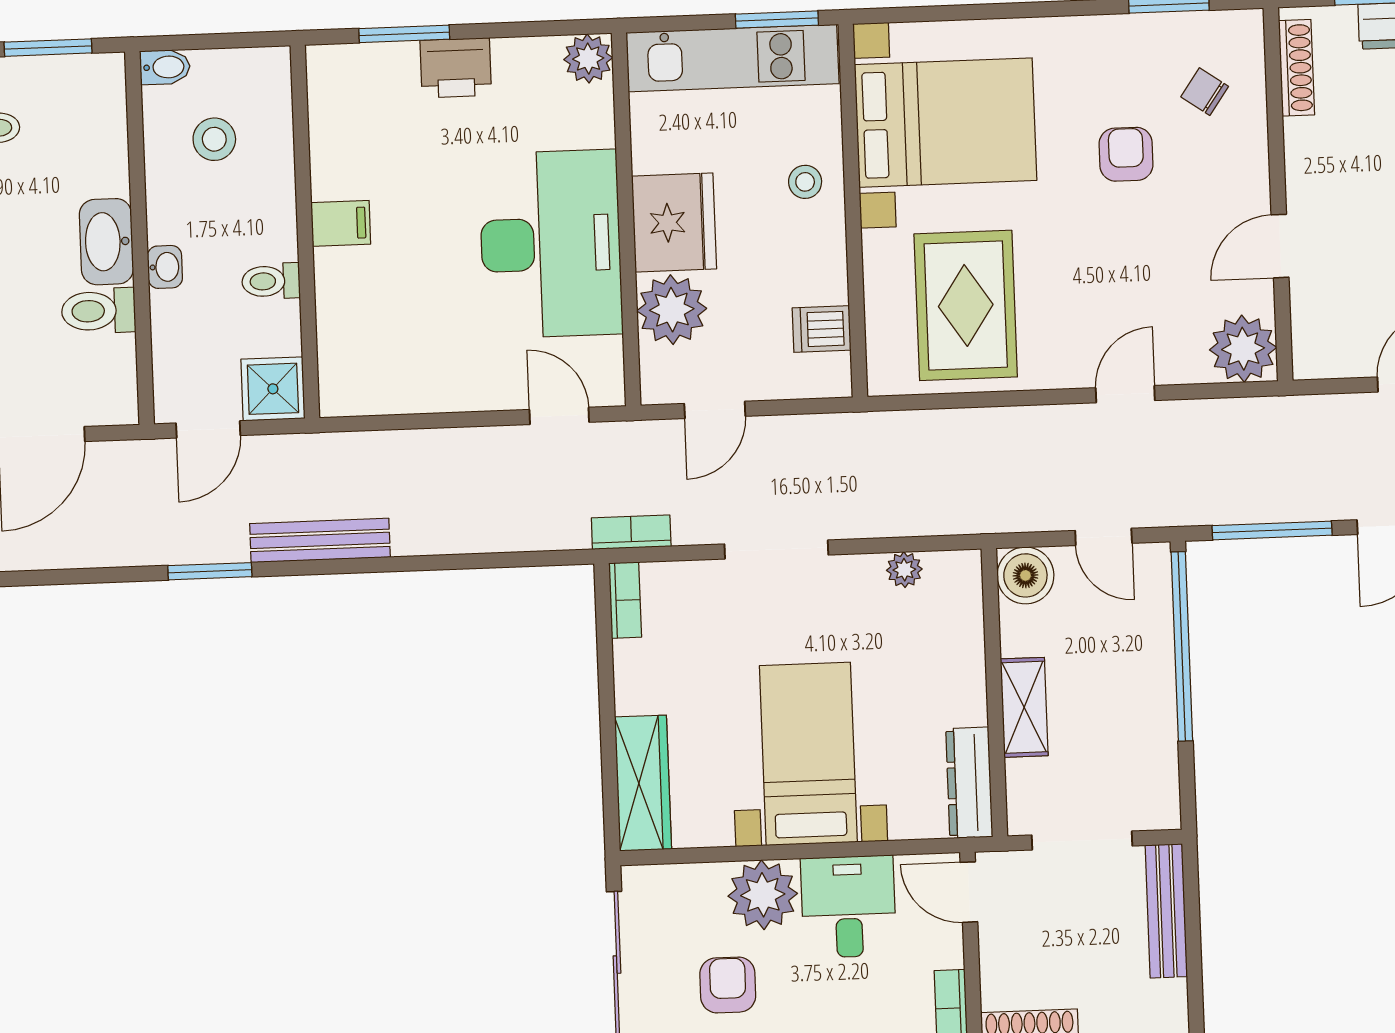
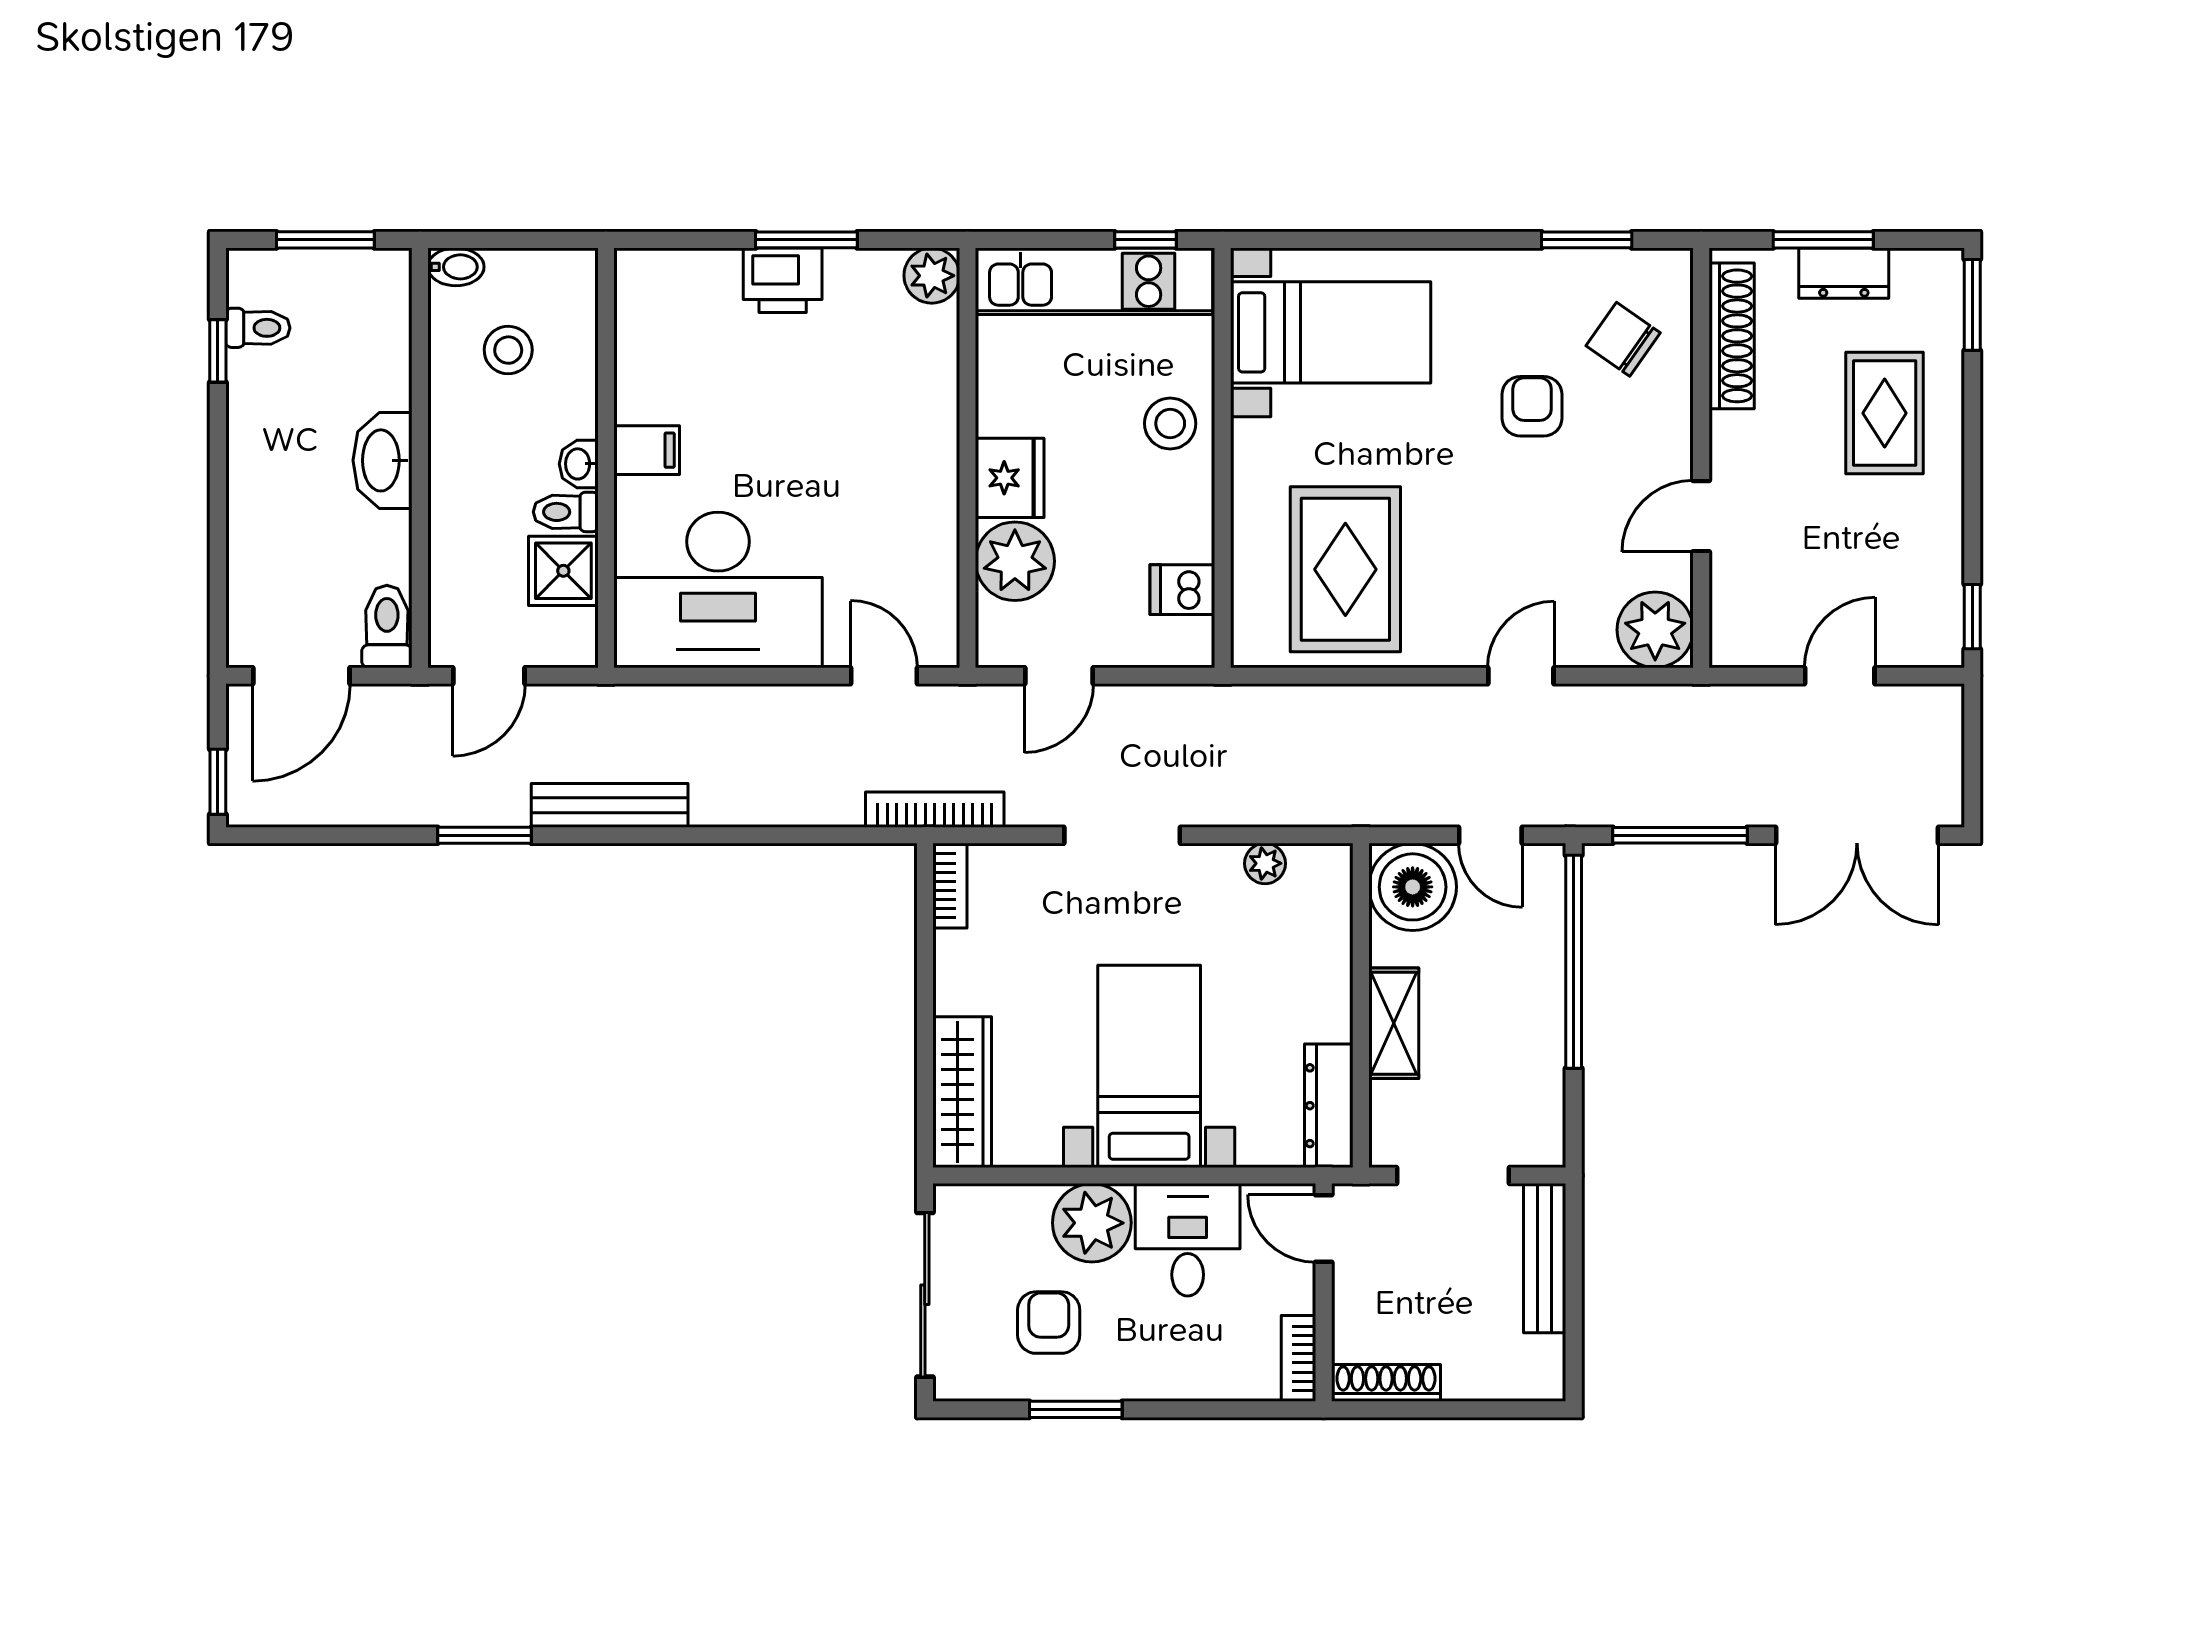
window: (777, 20) -> (1146, 240), width x0.67
window: (404, 34) -> (806, 240), moved
shoe rack: (1297, 68) -> (1732, 336), width x1.36, depth x1.24
chair: (1205, 92) -> (1623, 339), width x1.37, depth x1.37
bed with nightstands: (946, 123) -> (1331, 332), width x0.73
stool: (805, 182) -> (1170, 423), width x1.37, depth x1.37
fridge: (674, 223) -> (1010, 478), width x0.73, depth x0.75
desk: (551, 244) -> (718, 590), moved, turned 90
washbasin: (165, 267) -> (579, 464), moved, turned 180
toilet: (98, 311) -> (387, 627), moved, turned 90
shower: (273, 389) -> (563, 571), moved
bookcase: (631, 532) -> (935, 810), width x1.56
boiler: (1025, 575) -> (1413, 887), width x1.37, depth x1.37

